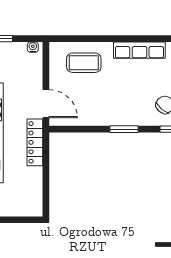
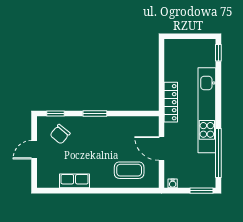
row of seats: (139, 50) -> (75, 181), width x0.68
door: (46, 104) -> (161, 148), moved

